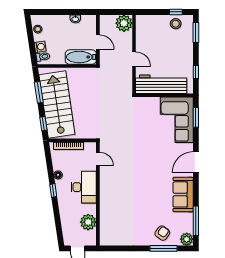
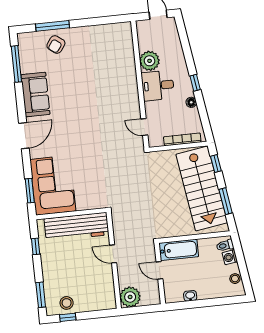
desk: (84, 187) -> (158, 85), width x0.73
plant: (88, 222) -> (150, 61), moved
plant: (187, 239) -> (25, 40), removed

